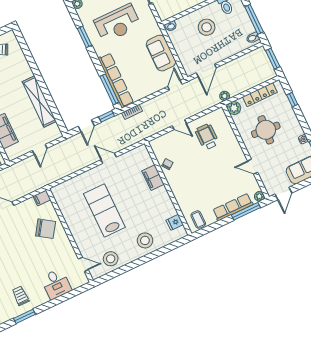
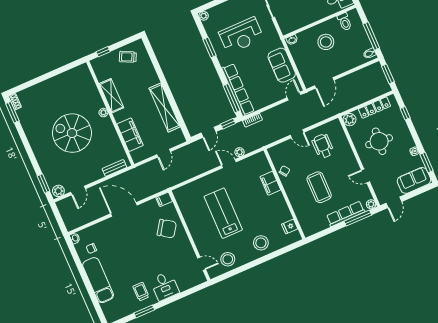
plant: (225, 96) -> (240, 152), moved
coffee table: (198, 220) -> (319, 187), moved, width x1.86, depth x1.72
desk: (56, 284) -> (165, 286), moved

